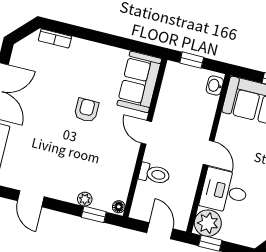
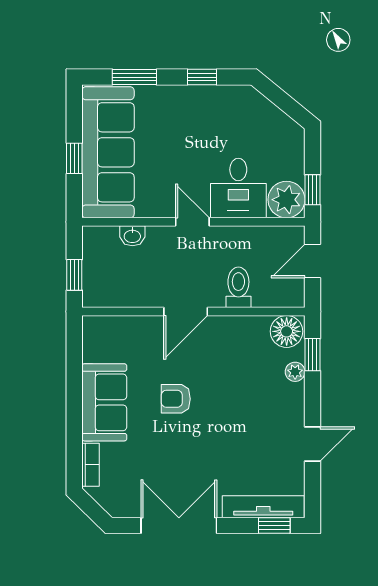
sofa: (139, 82) -> (104, 402), moved, turned -90
washbasin: (215, 85) -> (132, 236), moved
door: (146, 132) -> (186, 312), width x1.38
door: (209, 153) -> (192, 222), hinge flipped
floor lamp: (119, 207) -> (287, 331), width x1.89, depth x1.89

